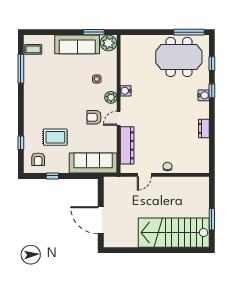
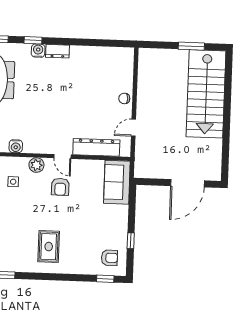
water cooler: (126, 91) -> (16, 146), moved
dresser: (204, 128) -> (58, 51), moved
rug: (55, 137) -> (49, 247), moved
window: (21, 143) -> (105, 279), moved
sofa: (93, 163) -> (117, 182), width x0.73
door: (144, 175) -> (133, 128), swing flipped

